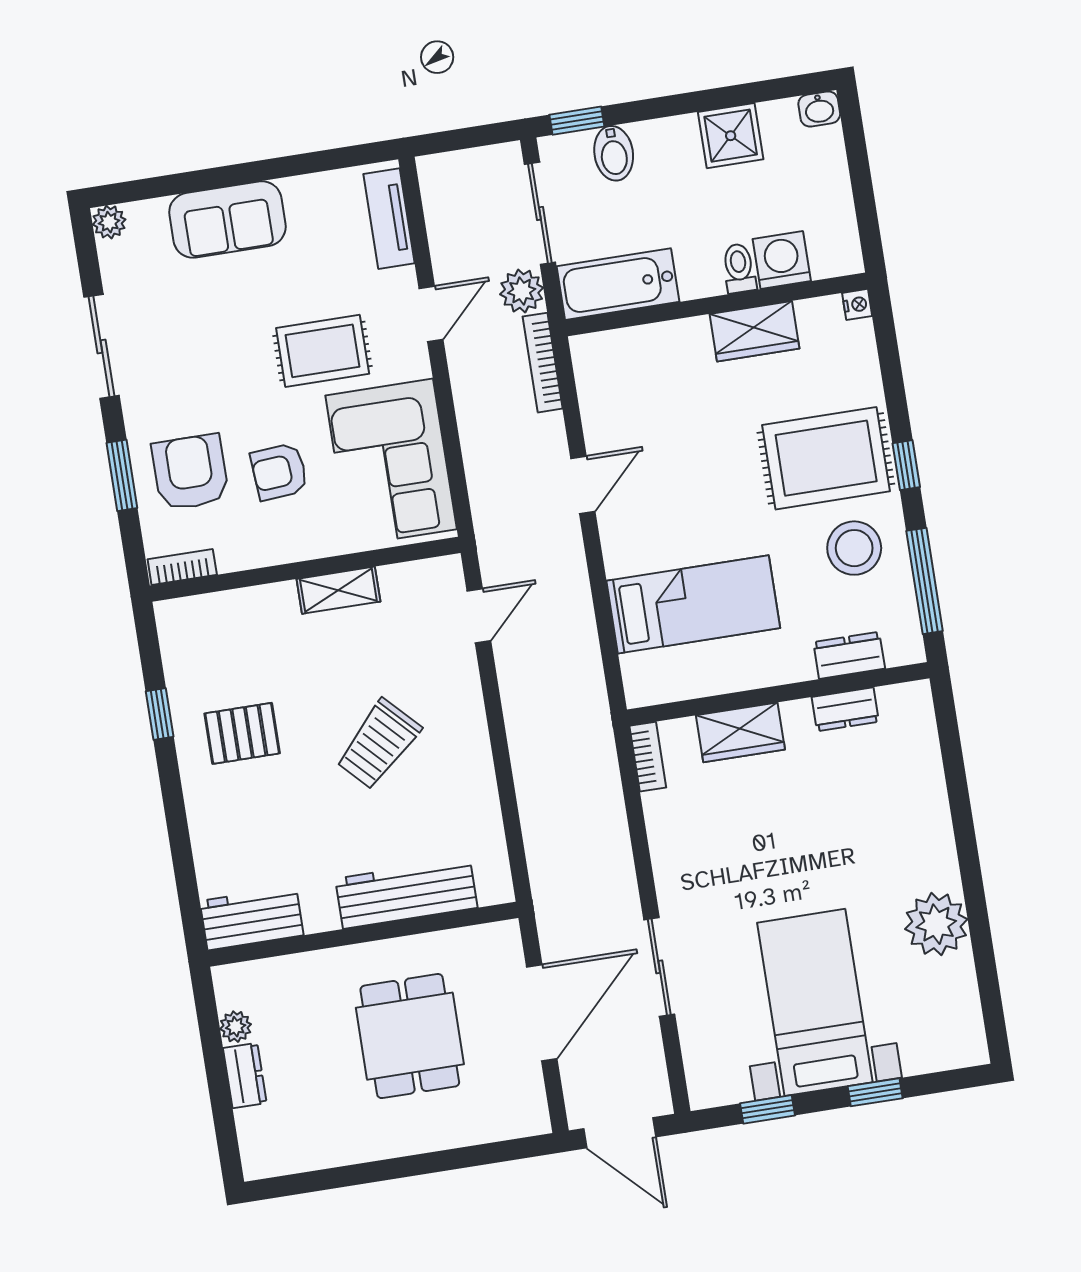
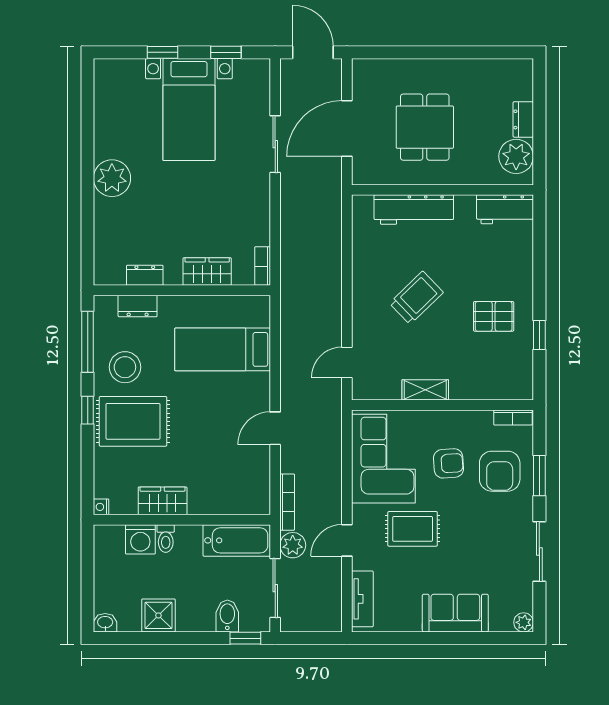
plant: (936, 924) -> (112, 178), moved
plant: (236, 1027) -> (516, 156), width x1.88, depth x1.88

